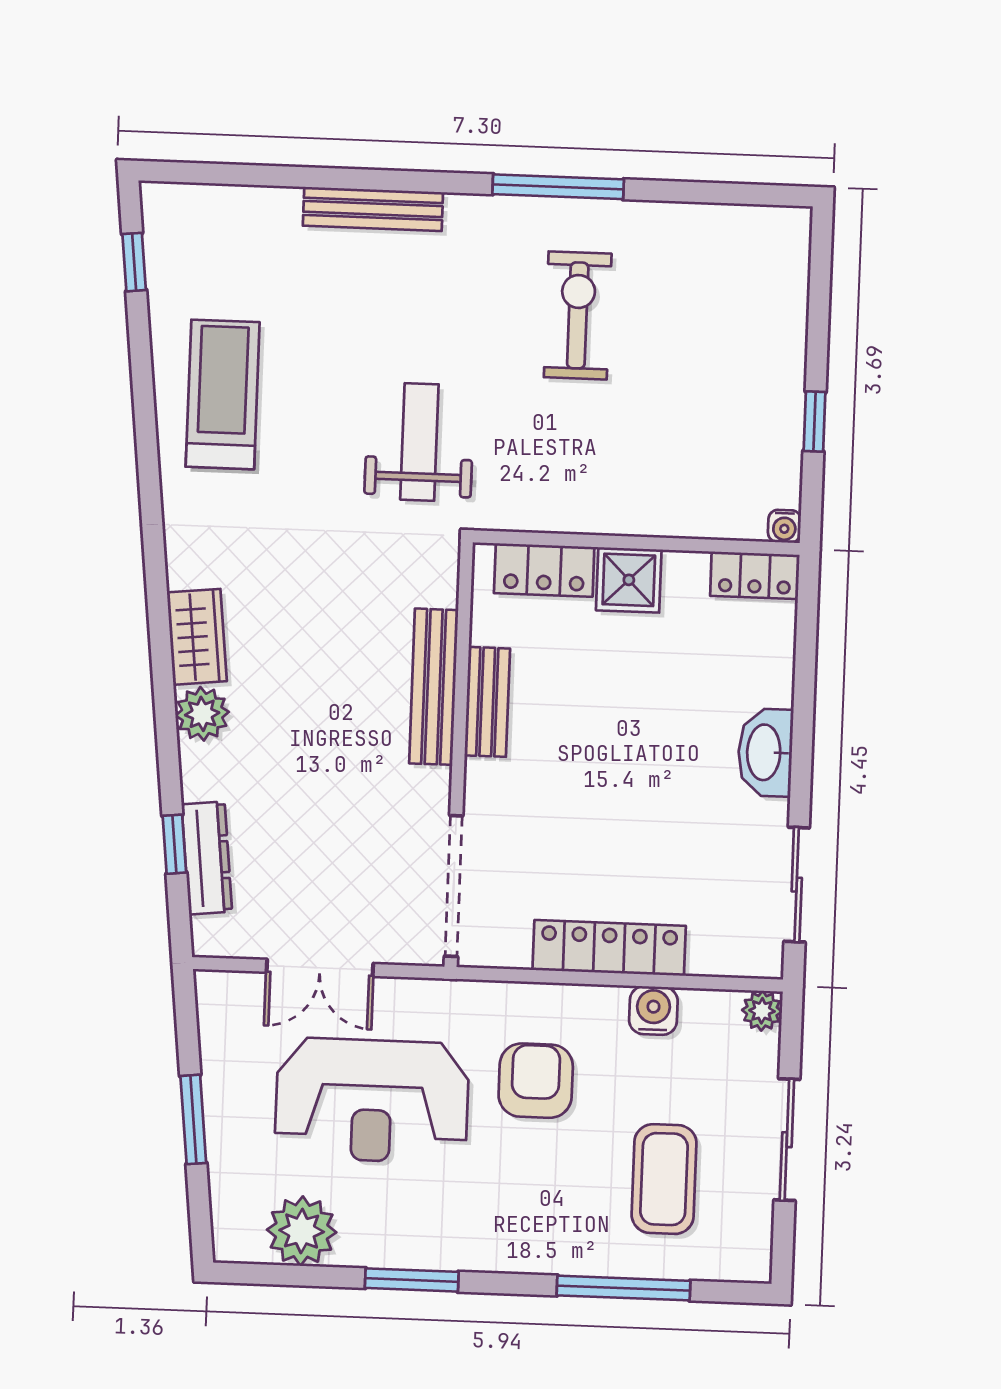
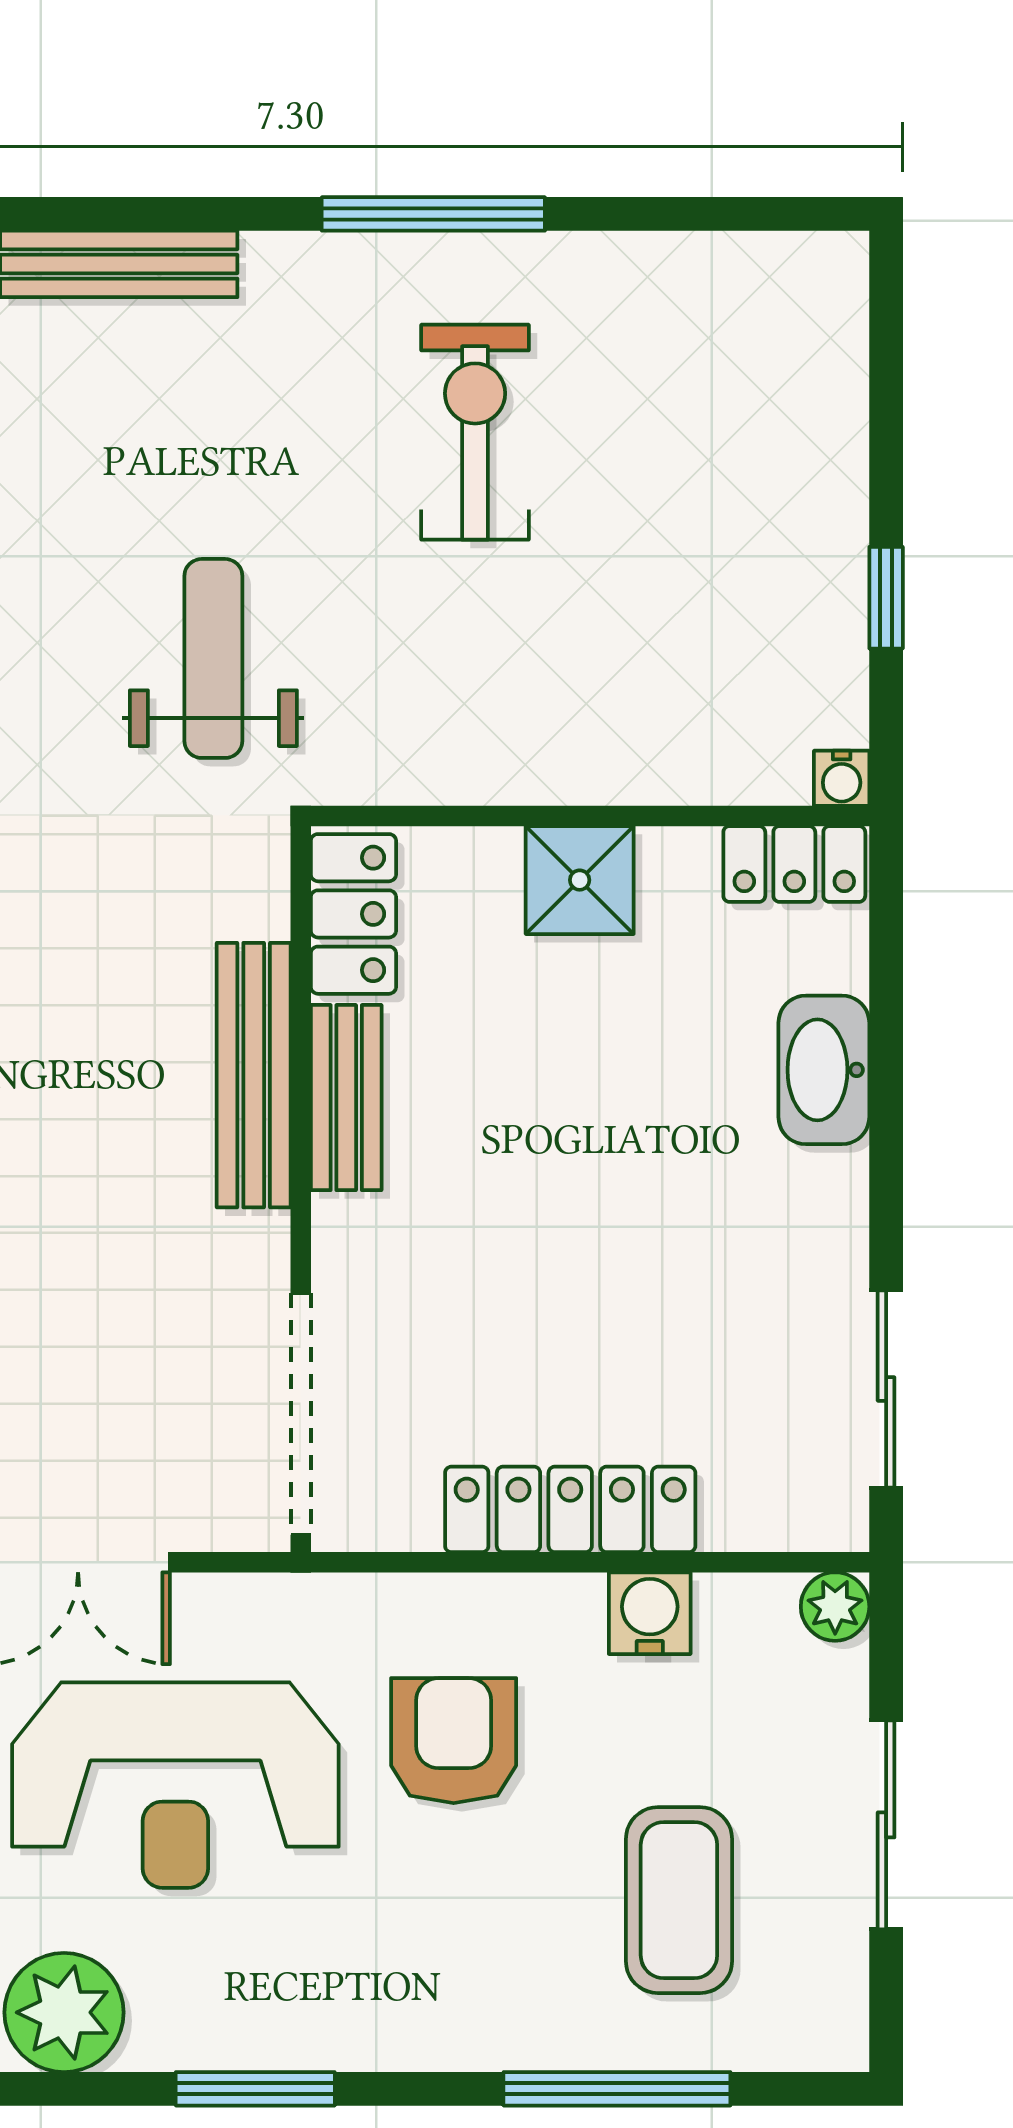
locker: (544, 570) -> (353, 914), moved, turned -90
washbasin: (765, 752) -> (824, 1070), moved

